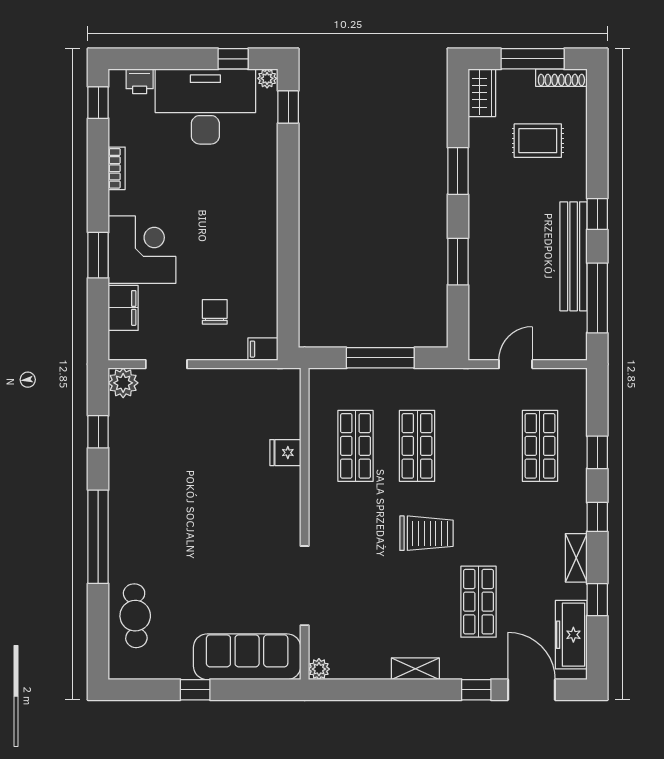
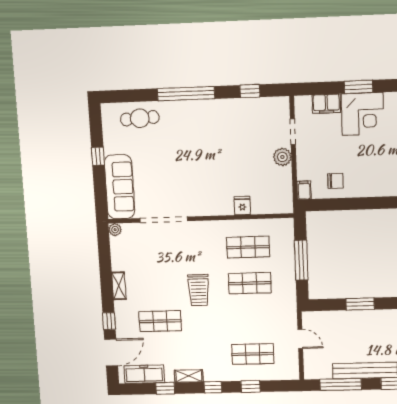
chair: (215, 312) -> (335, 181), moved
plant: (123, 383) -> (282, 157), moved

